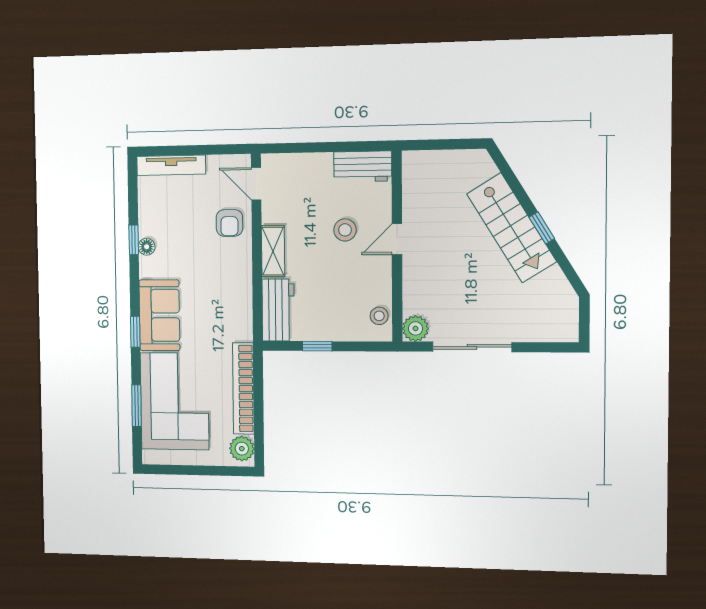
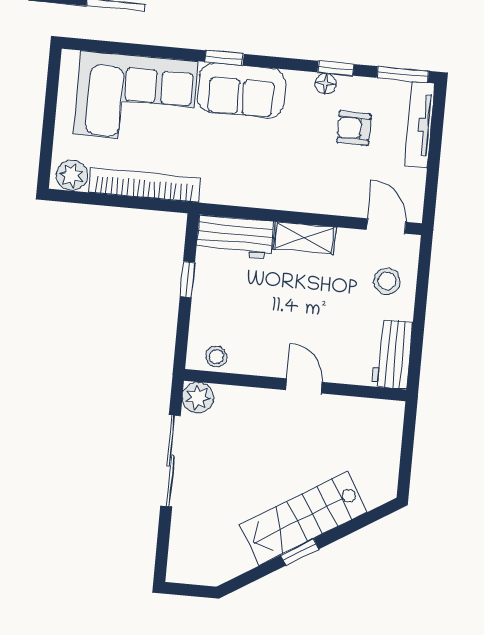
door: (256, 184) -> (386, 226), hinge flipped
armchair: (229, 223) -> (354, 128), moved
stool: (345, 230) -> (387, 281), moved
window: (136, 406) -> (403, 74), moved

